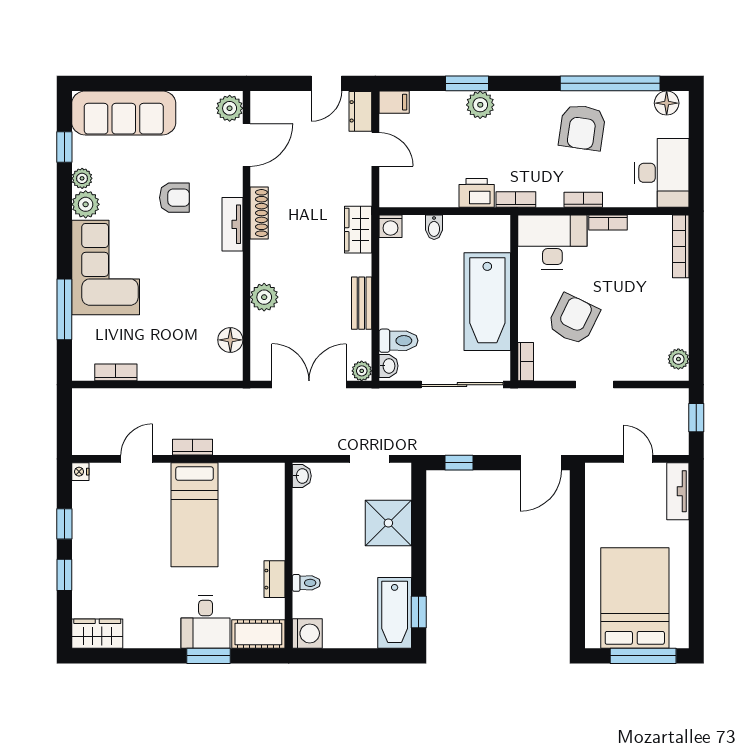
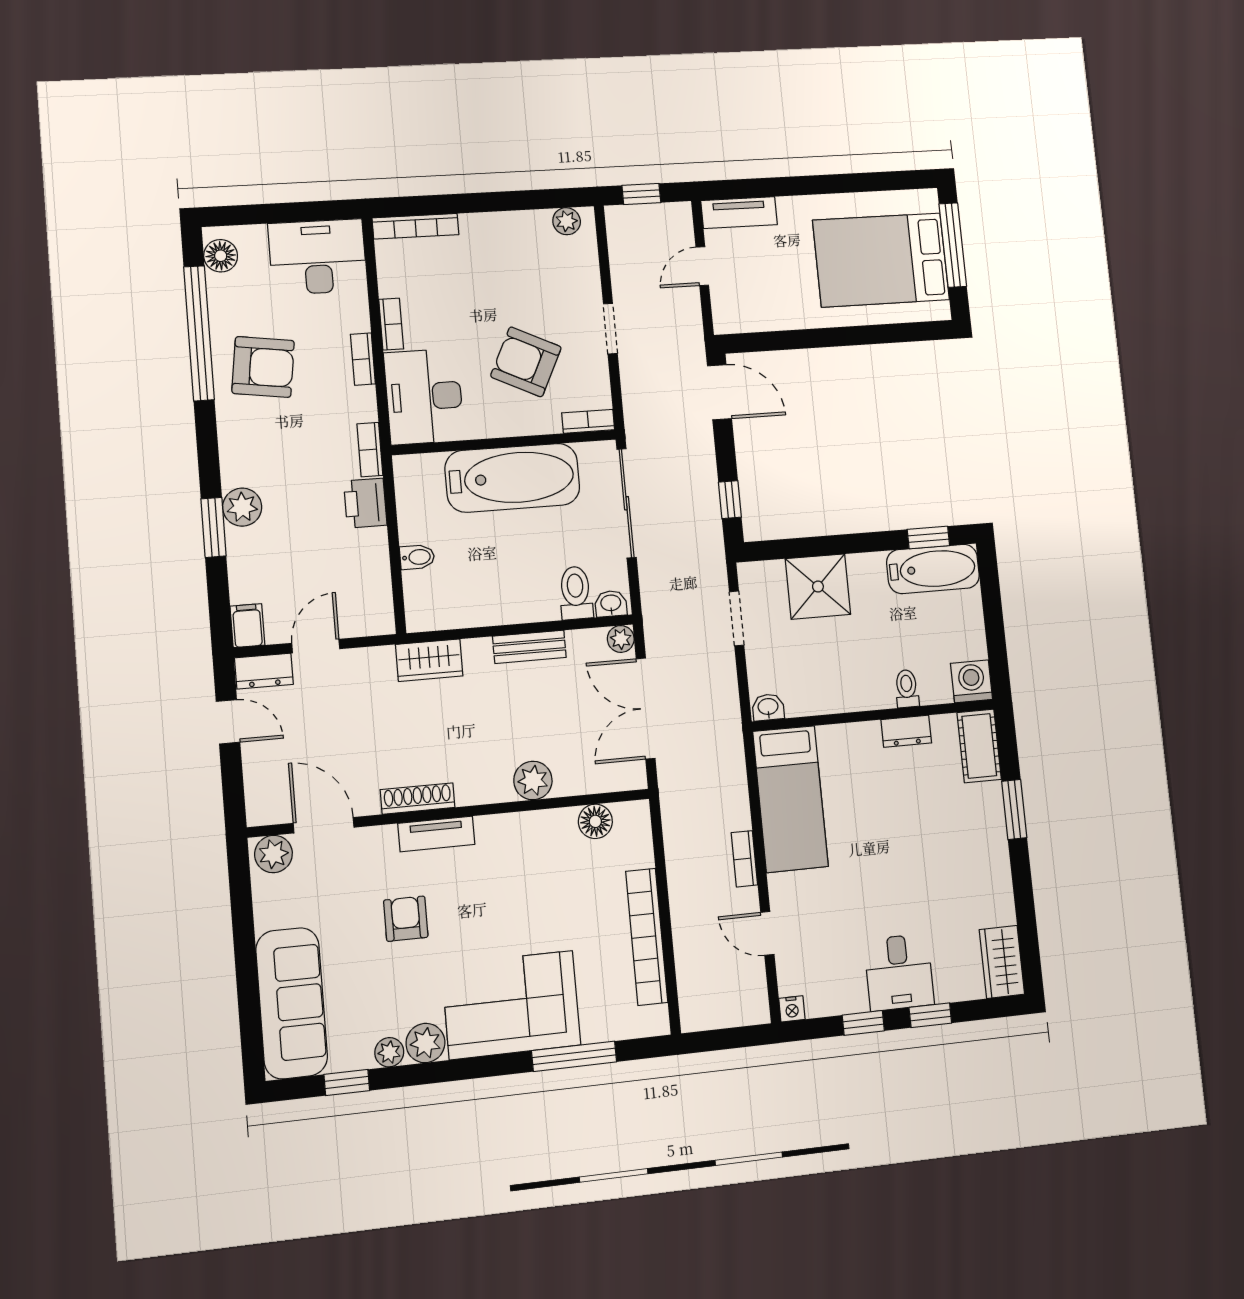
washing machine: (390, 226) -> (421, 616), removed
bookcase: (116, 372) -> (647, 937), width x2.31, depth x1.31
bed: (195, 515) -> (790, 799), moved, turned 90
desk: (206, 622) -> (899, 972), moved, turned 90

